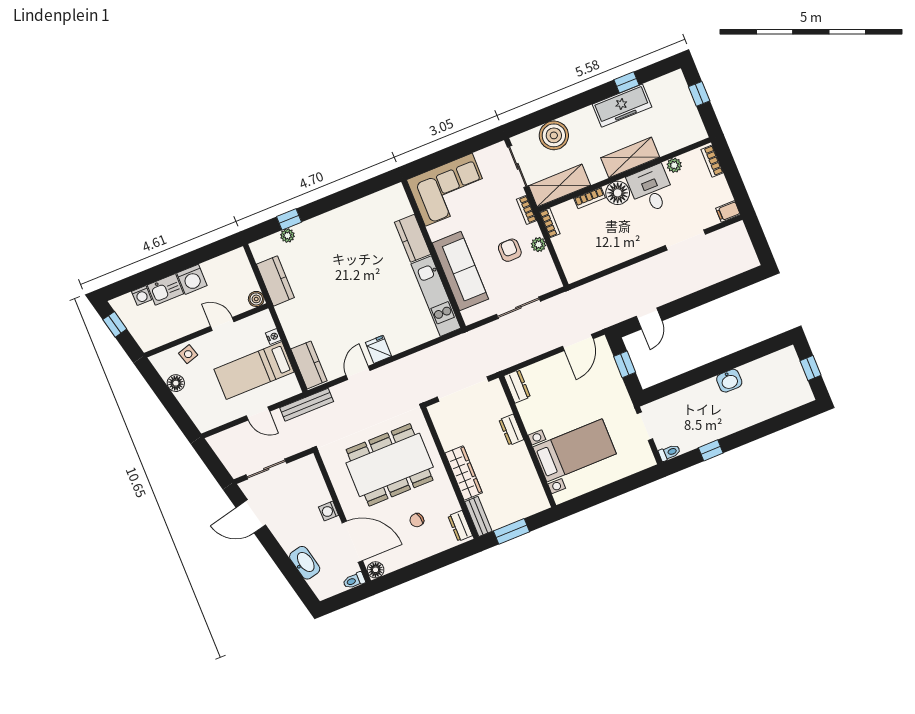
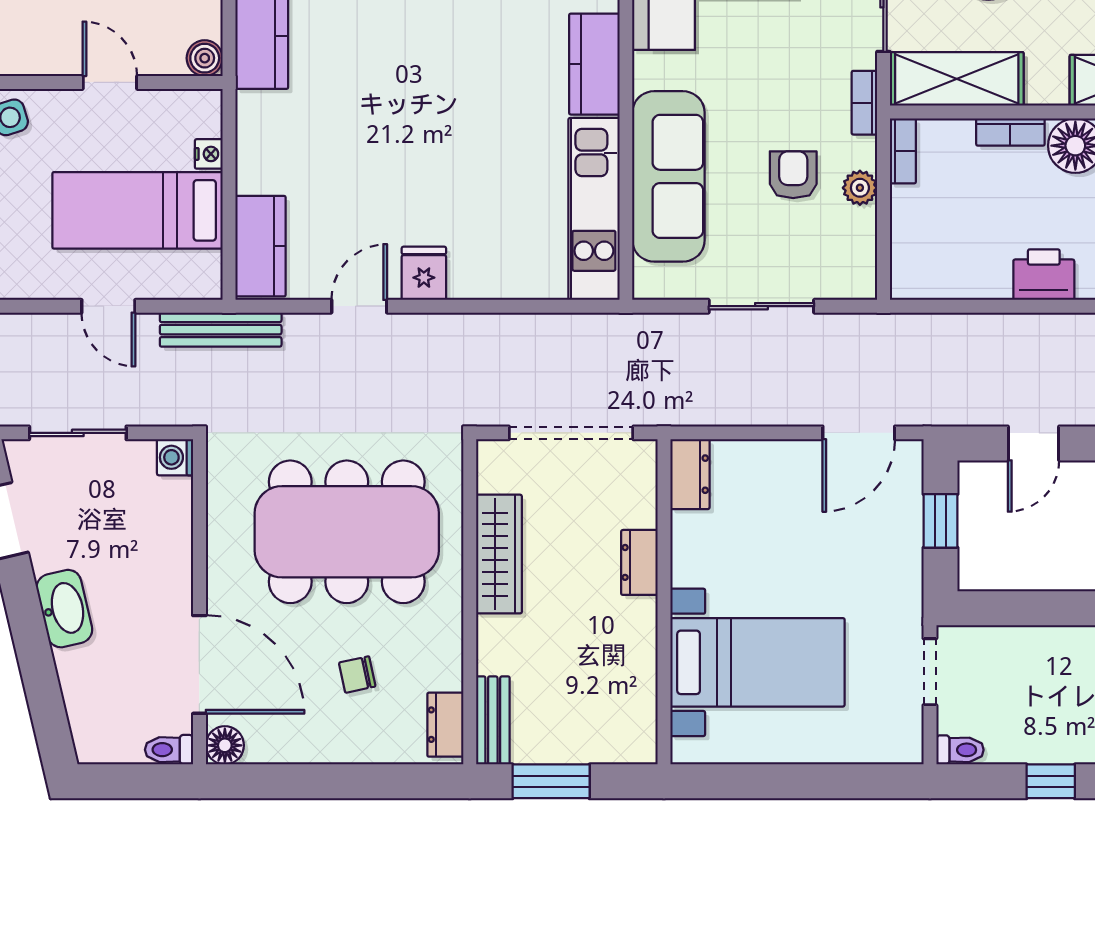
printer: (626, 249) -> (1044, 275), added
wardrobe: (464, 473) -> (499, 554), moved
washing machine: (329, 511) -> (175, 457), moved
washbasin: (305, 563) -> (64, 609), moved

